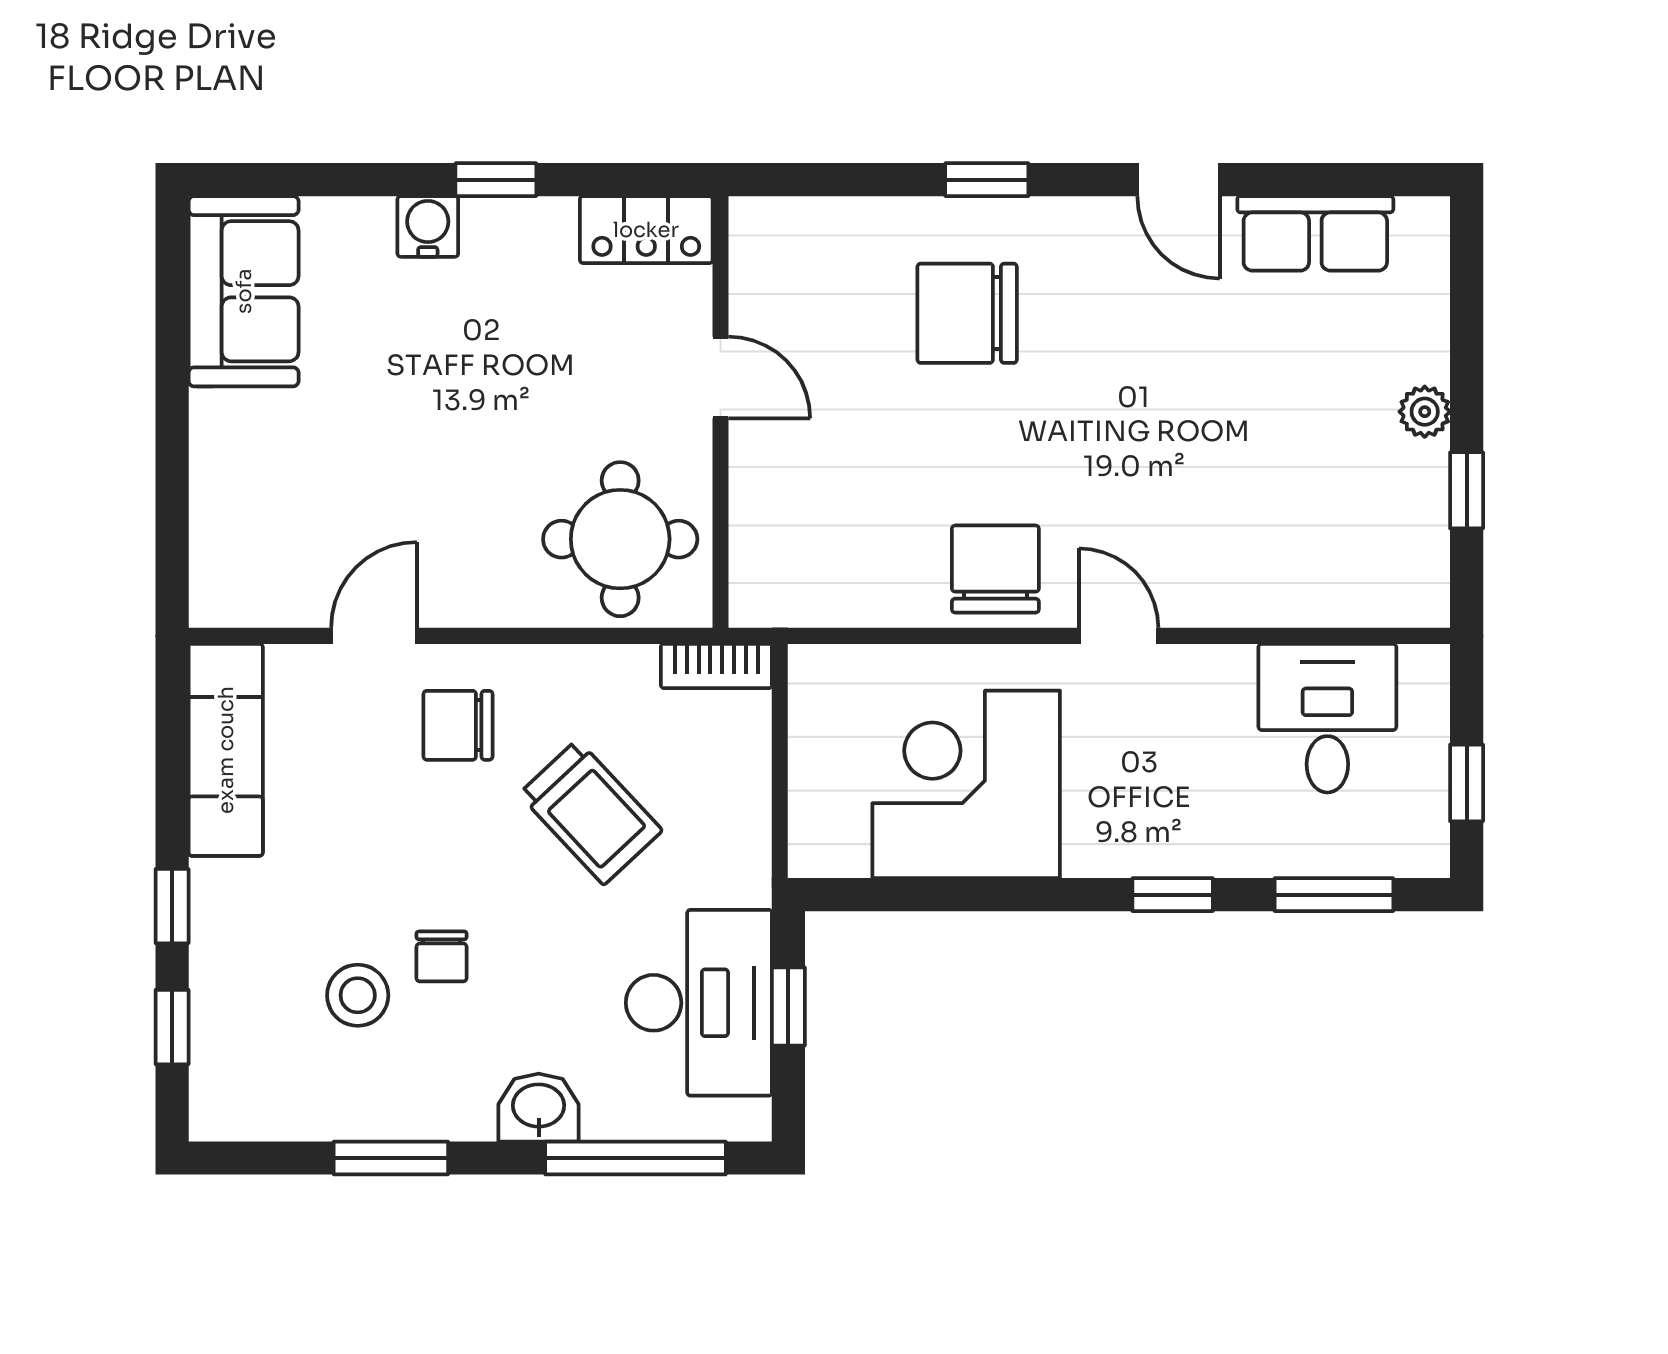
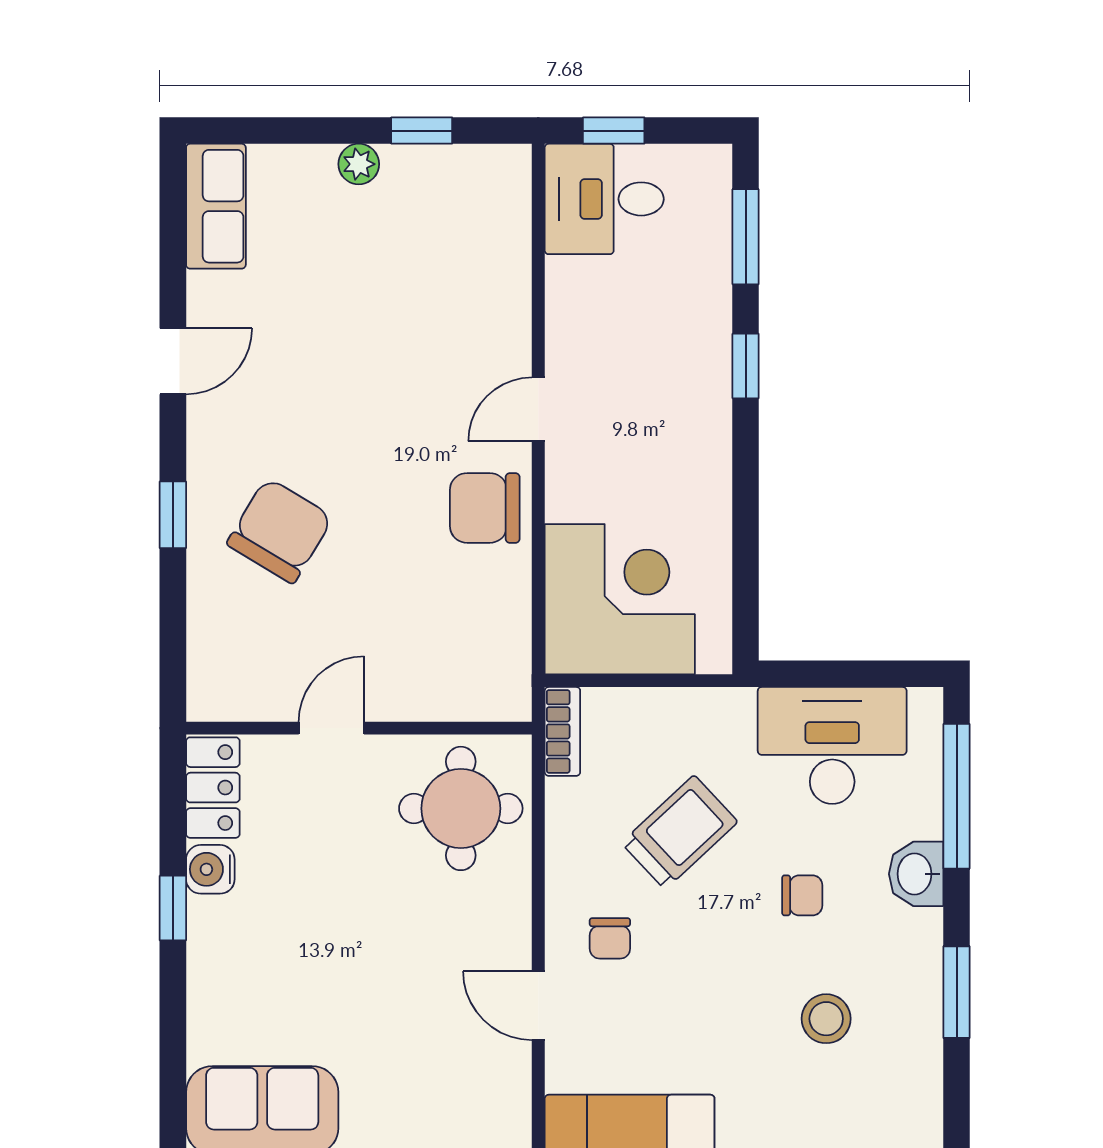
water cooler: (428, 226) -> (210, 869), moved
row of seats: (1315, 233) -> (216, 206), moved
chair: (967, 313) -> (280, 531), turned -149
desk: (1327, 718) -> (604, 199), moved
chair: (458, 725) -> (610, 938), width x0.73, depth x0.73
window: (1467, 783) -> (614, 131), moved
corner desk: (966, 784) -> (620, 599), moved, turned 180
chair: (442, 956) -> (802, 895), moved
window: (788, 1007) -> (835, 674), removed

